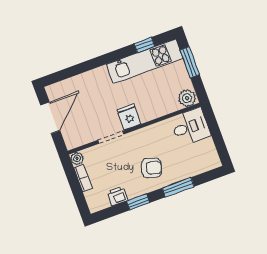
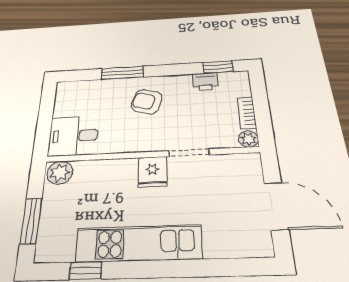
kitchen unit: (145, 61) -> (138, 243), moved
door: (50, 118) -> (276, 206), swing flipped
window: (138, 202) -> (218, 67), moved

